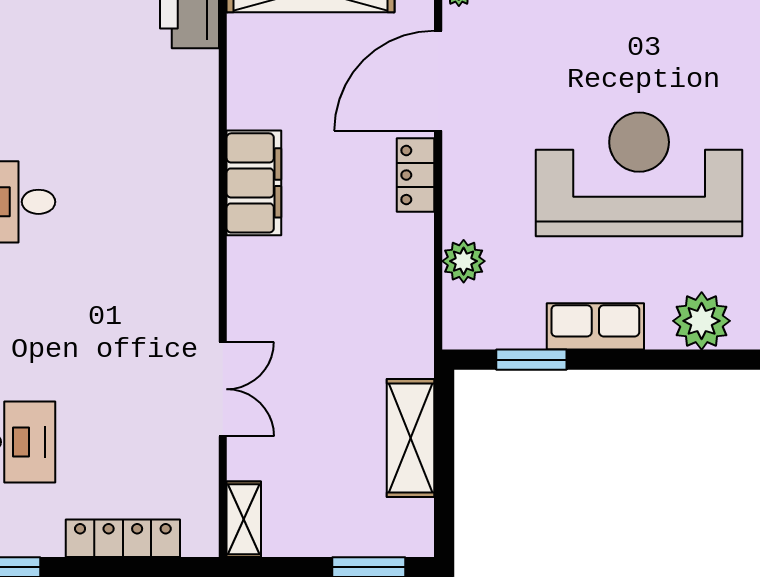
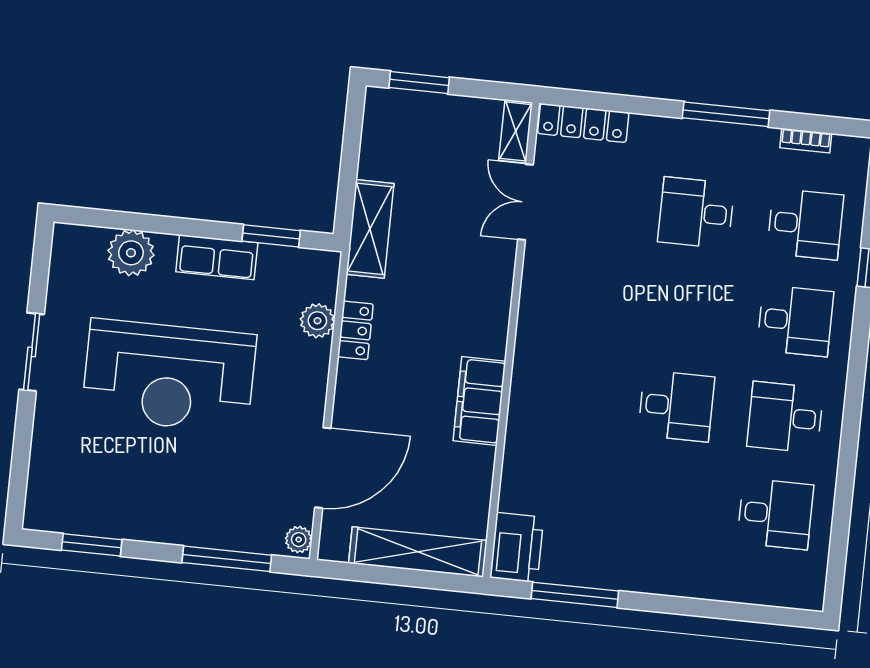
locker: (416, 175) -> (355, 330), moved
double door: (223, 389) -> (525, 202), moved
shelving: (411, 438) -> (370, 229), moved
locker: (123, 538) -> (583, 123), moved

